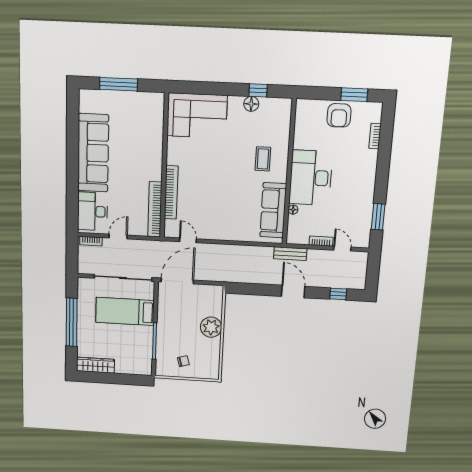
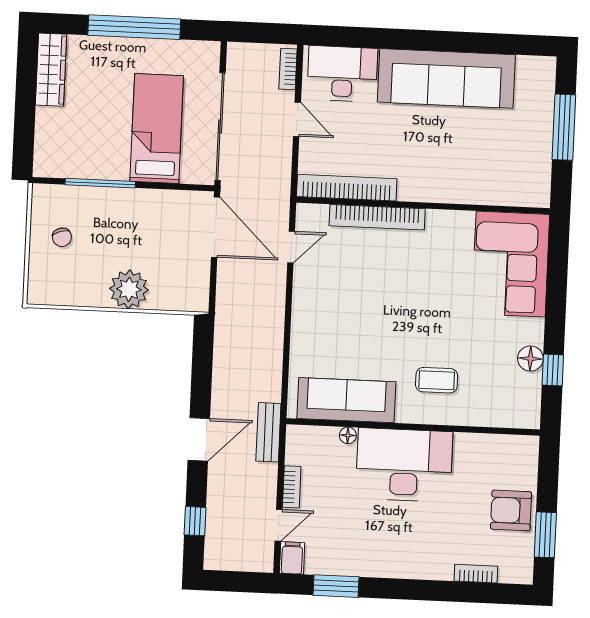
filing cabinet: (361, 241) -> (292, 558), added

